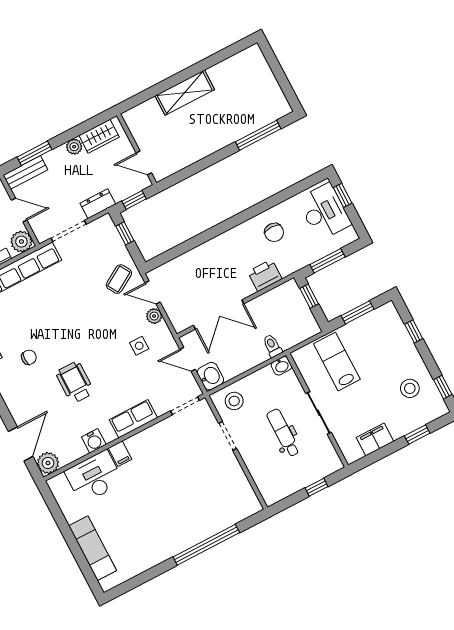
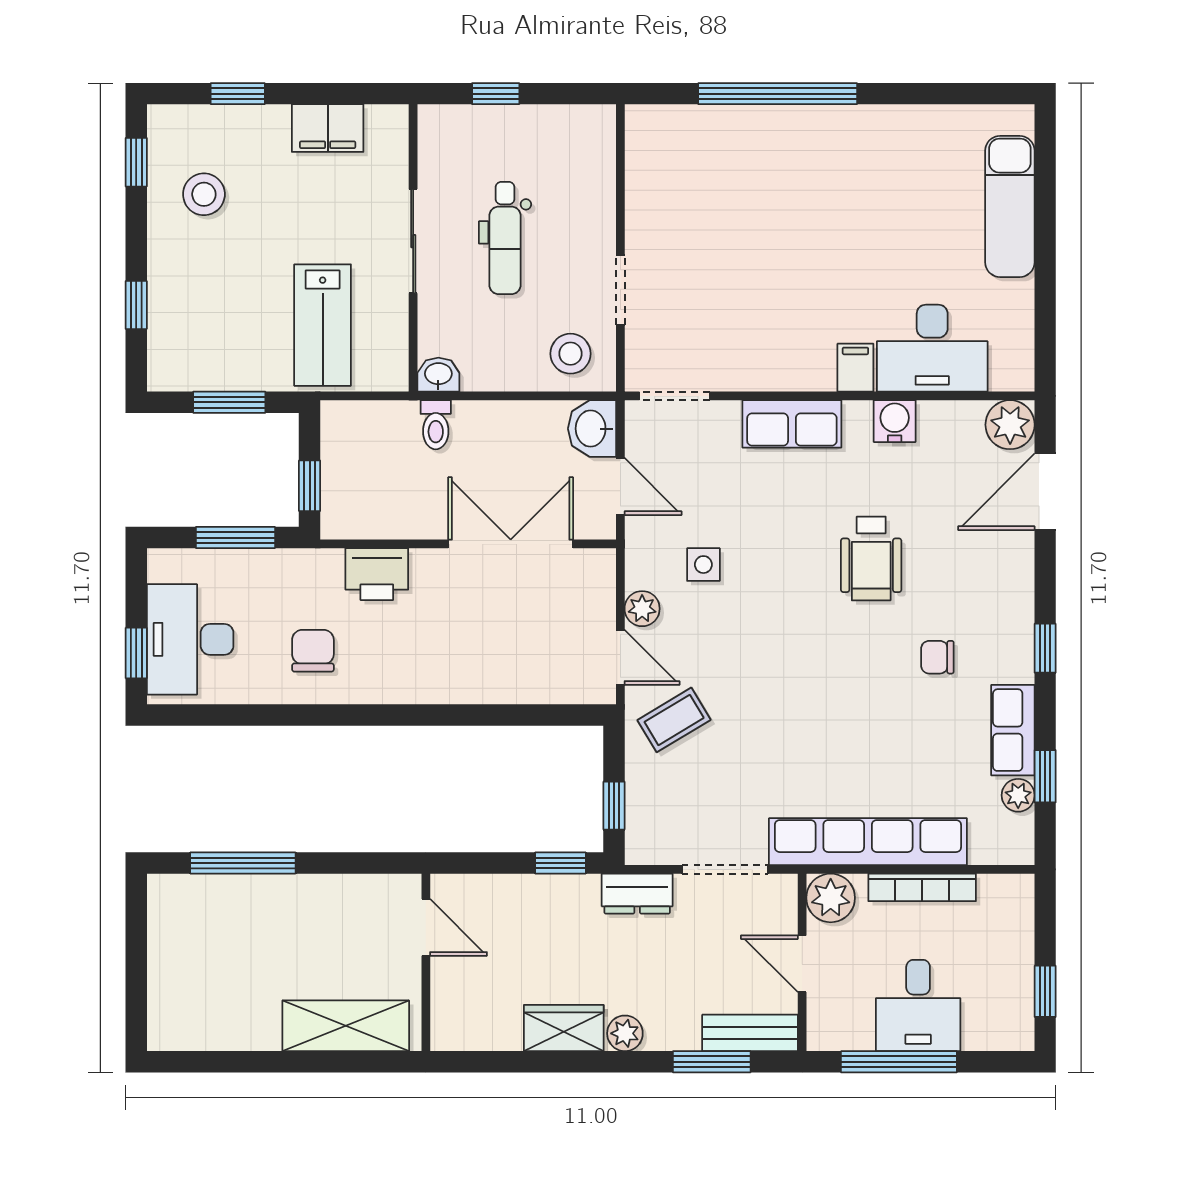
wall: (137, 149) -> (426, 962), moved
door: (144, 163) -> (426, 927), moved

